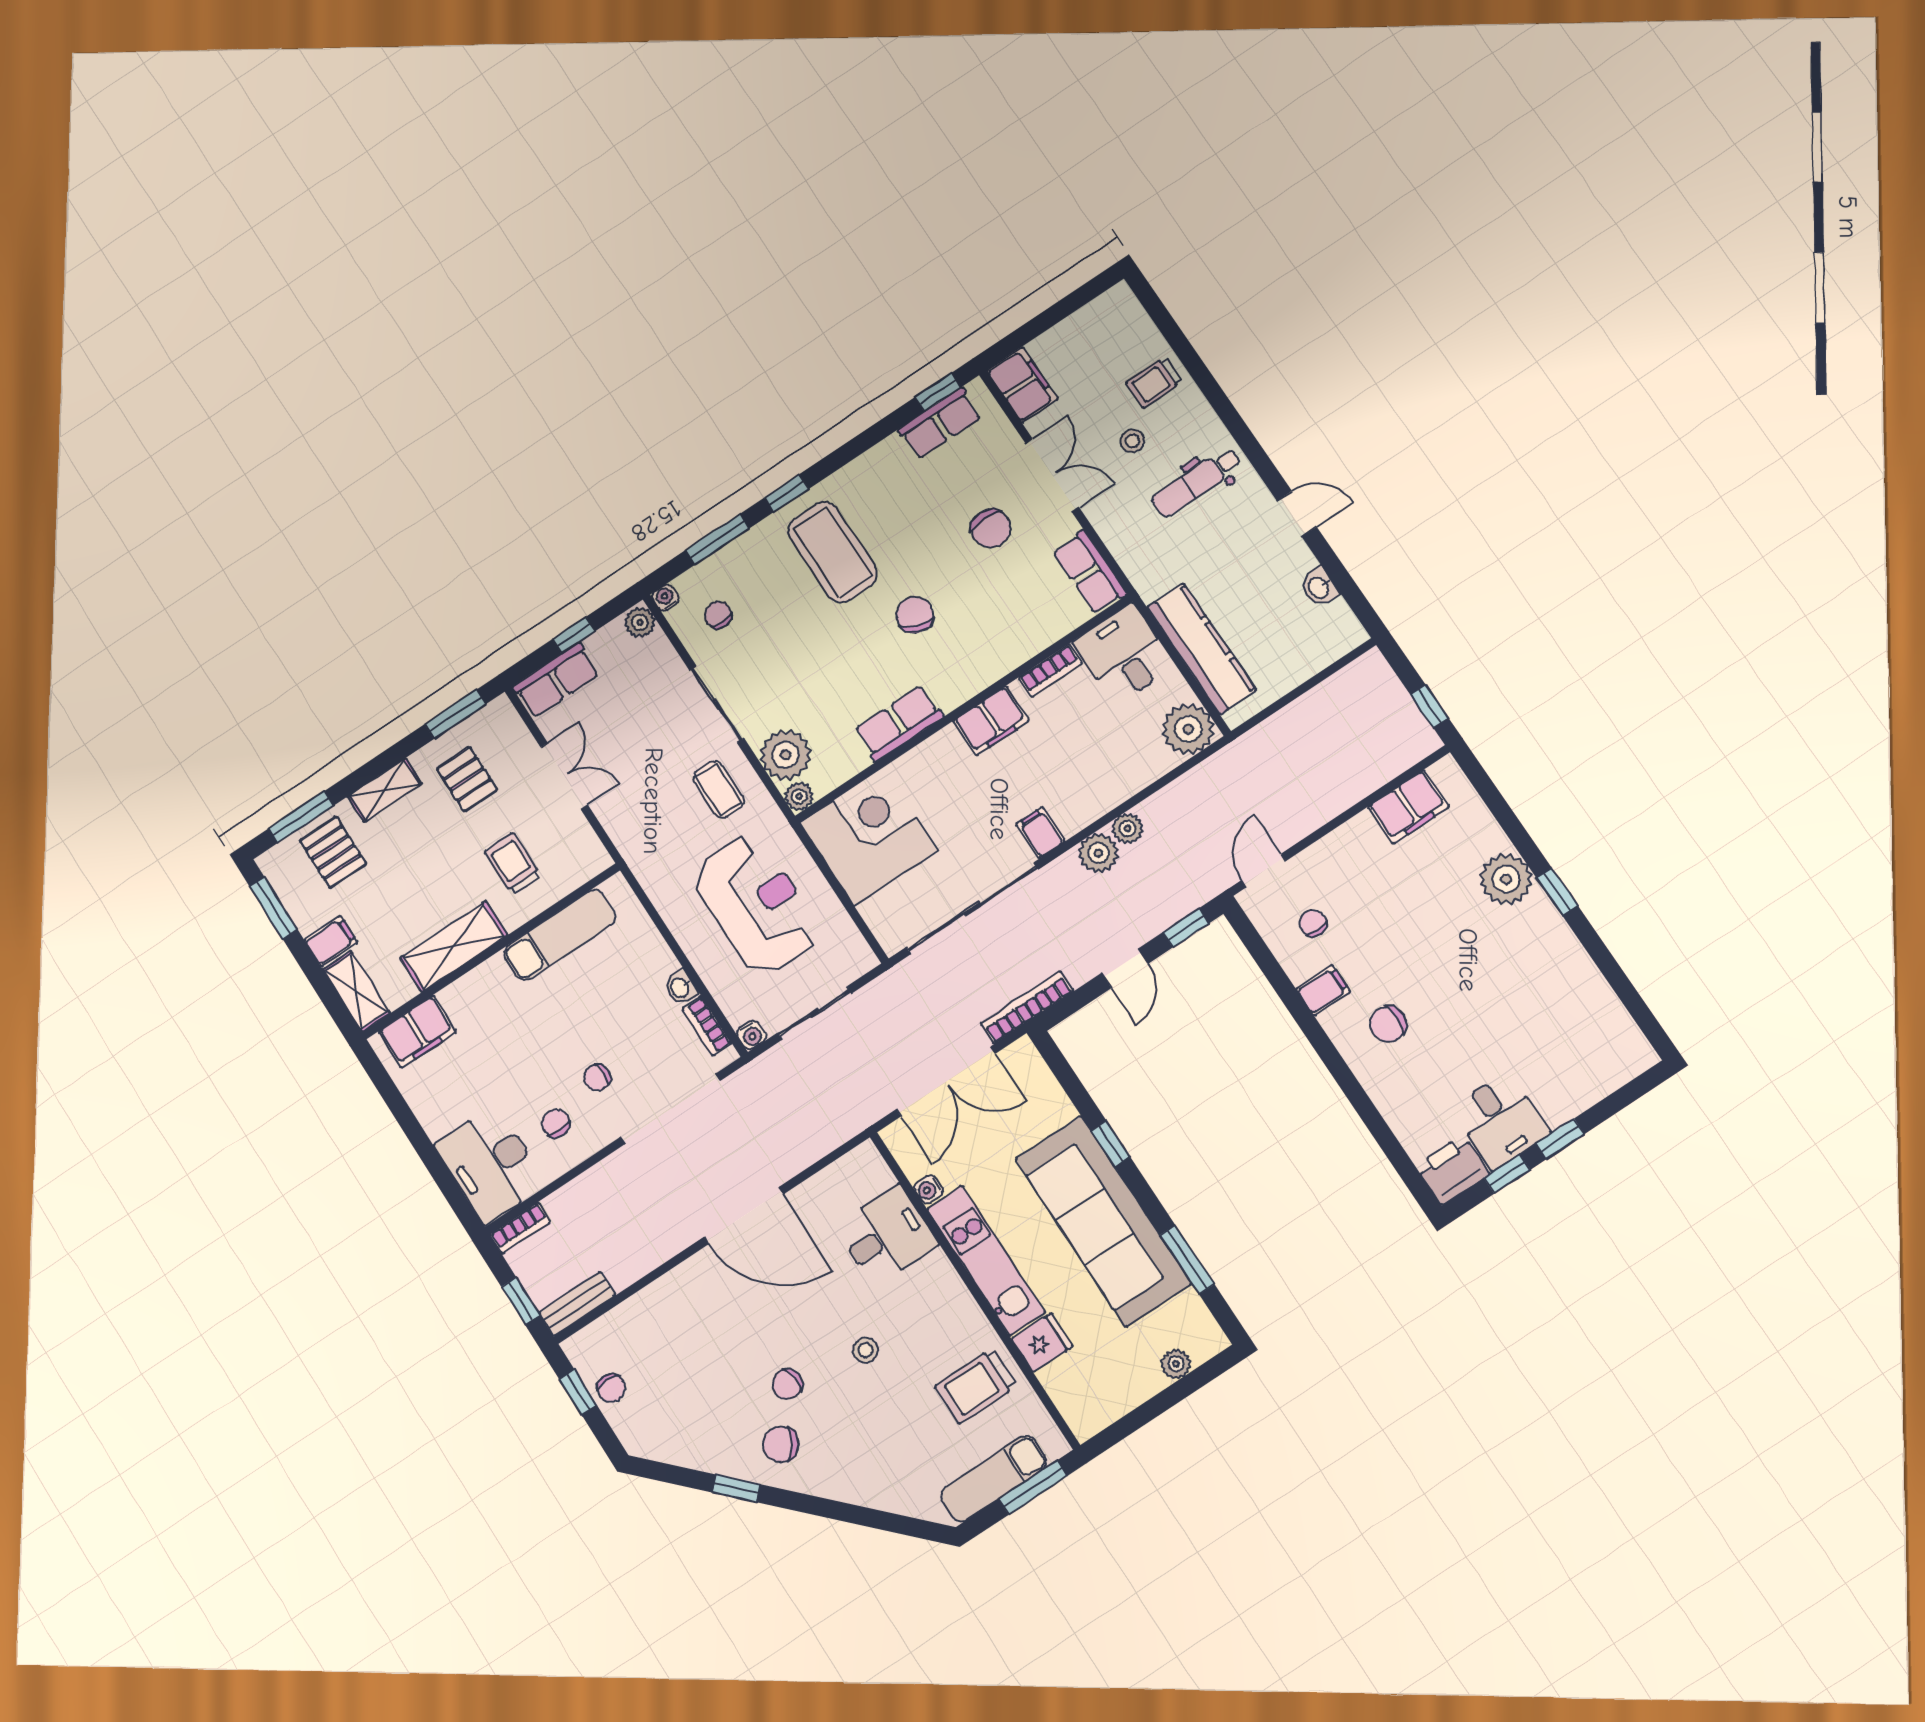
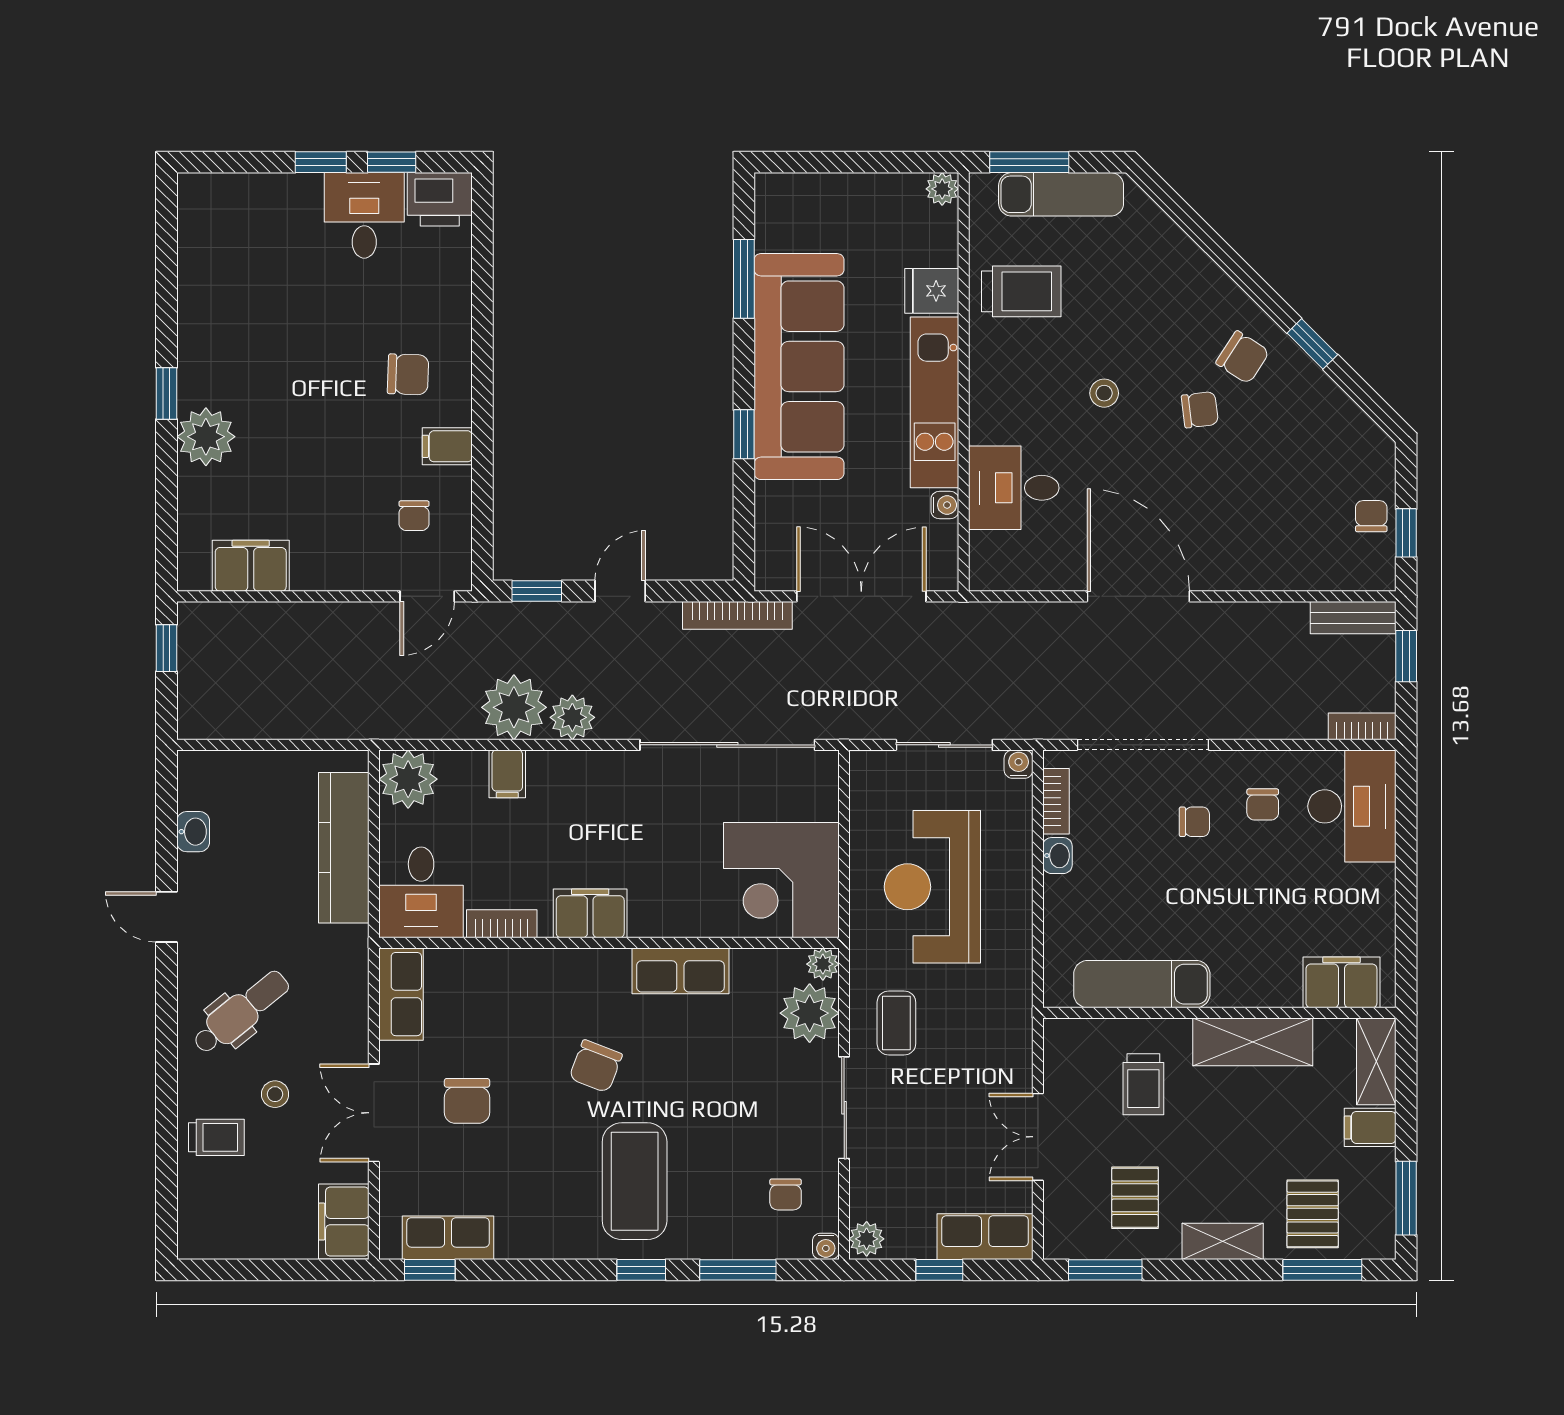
dental chair: (1196, 482) -> (241, 1012), turned -39
chair: (991, 528) -> (467, 1101), turned 180
plant: (1127, 828) -> (514, 707), width x1.88, depth x1.88
filing cabinet: (1041, 833) -> (507, 774), moved
plant: (1176, 1364) -> (942, 189), moved

